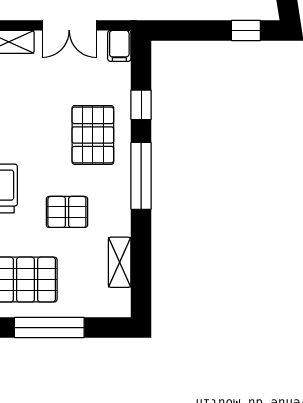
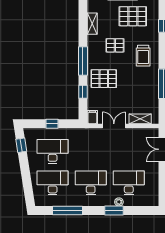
window: (246, 30) -> (52, 124), moved
pallet: (93, 135) -> (104, 79), turned 90

